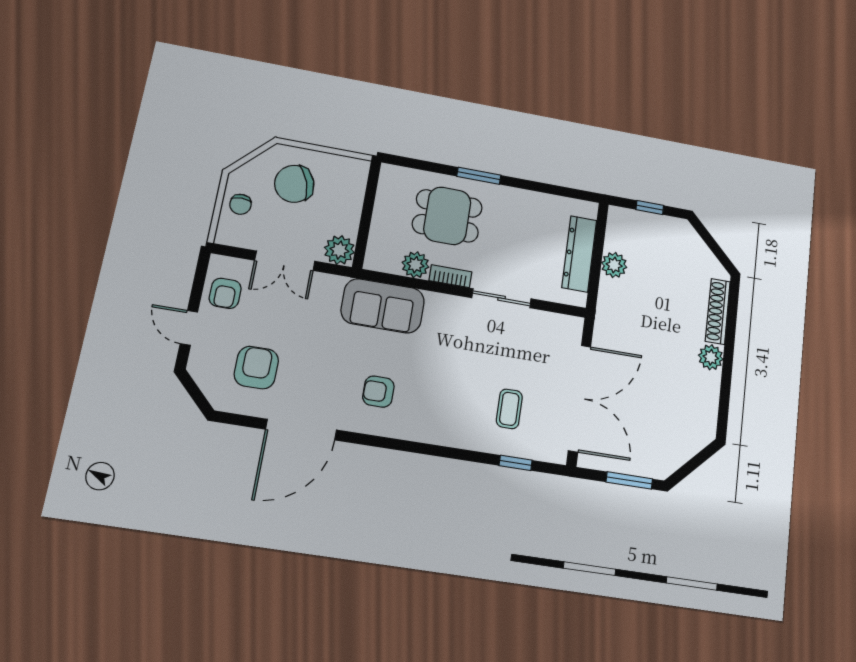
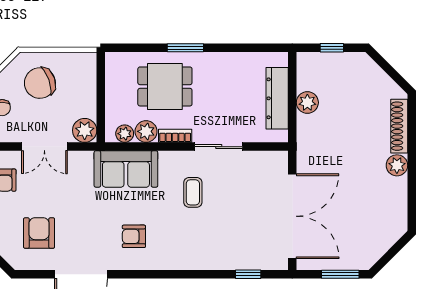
plant: (389, 263) -> (125, 134), added
coffee table: (509, 409) -> (193, 192), moved

